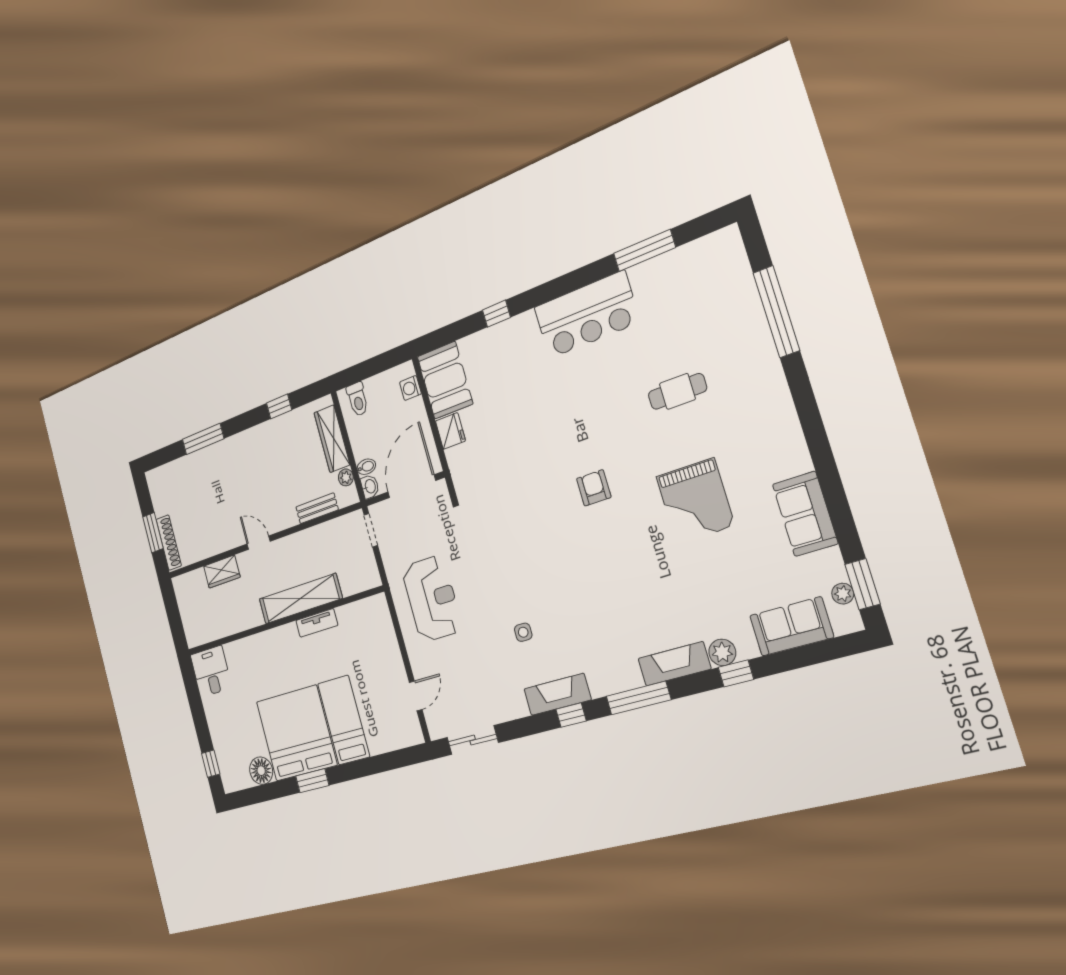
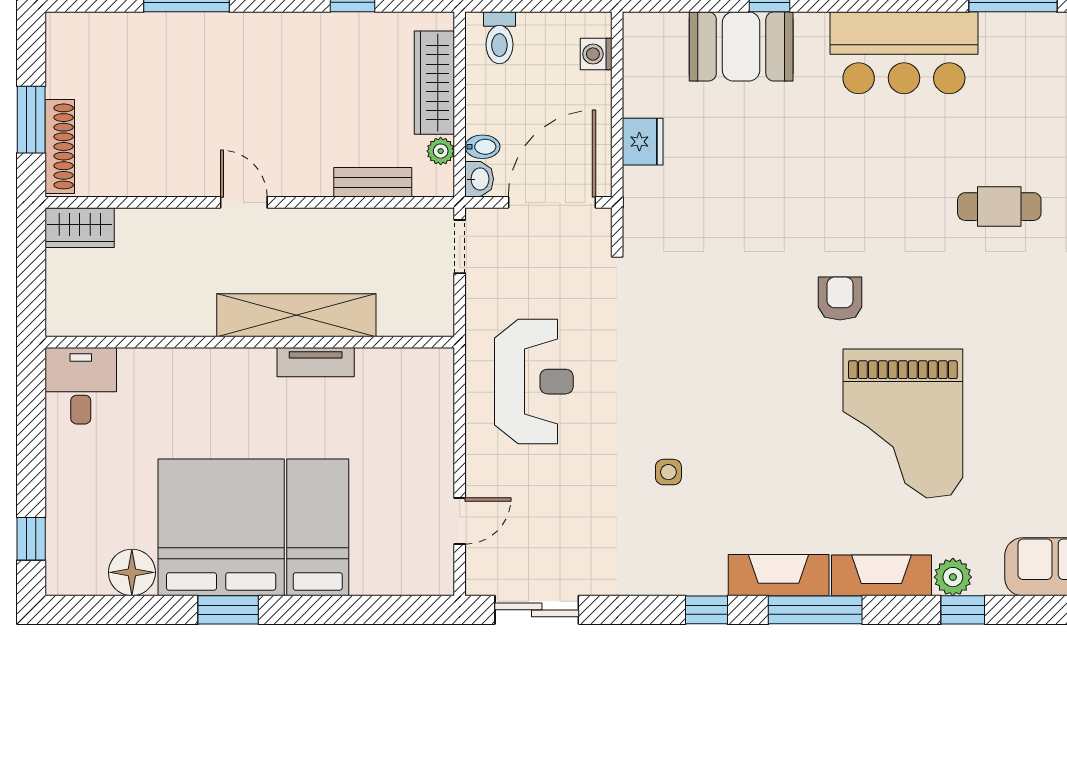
booth: (445, 380) -> (741, 46), moved, turned 90
grand piano: (695, 501) -> (903, 423), moved, width x1.37, depth x1.48
wardrobe: (222, 572) -> (80, 228), moved
fireplace: (557, 694) -> (779, 575), moved

